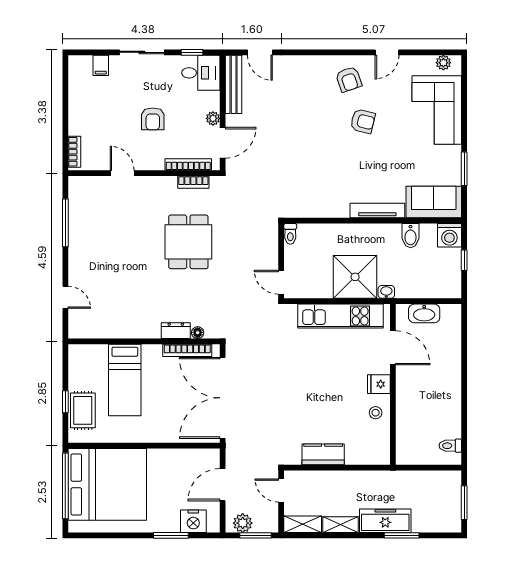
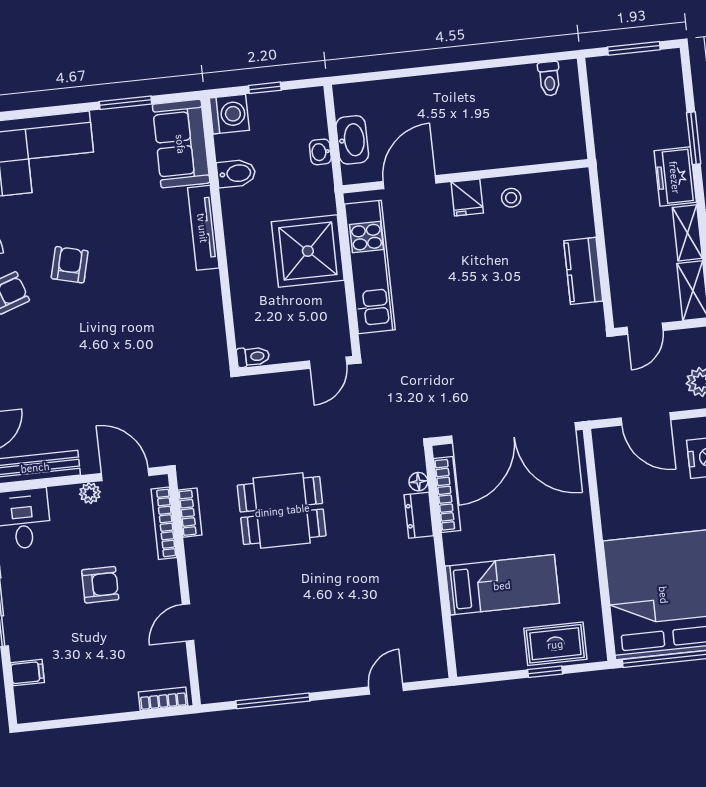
washbasin: (386, 292) -> (320, 152), moved
freezer: (385, 521) -> (675, 177), width x0.71

